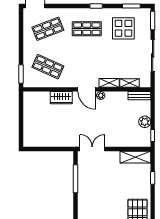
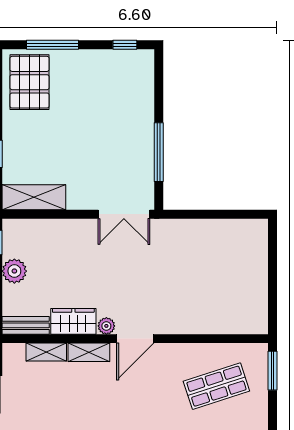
shop shelf: (48, 67) -> (216, 386), turned -42
door: (87, 89) -> (135, 339), swing flipped
wardrobe: (61, 98) -> (73, 321), moved

